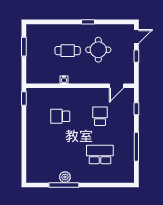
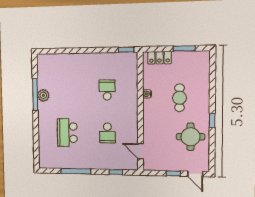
round table: (98, 50) -> (190, 137), moved
locker: (32, 68) -> (159, 58), added
school desk: (100, 116) -> (107, 133), turned 90
school desk: (100, 154) -> (67, 133), turned 180

